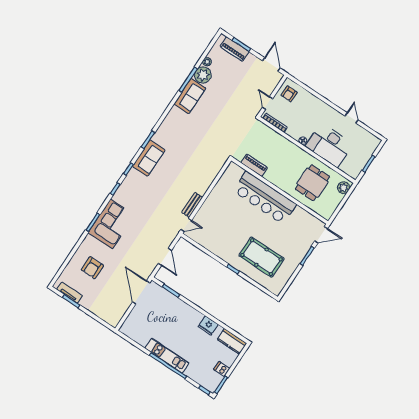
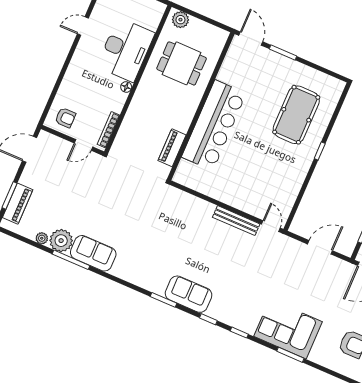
bench: (192, 205) -> (236, 221), width x1.36

